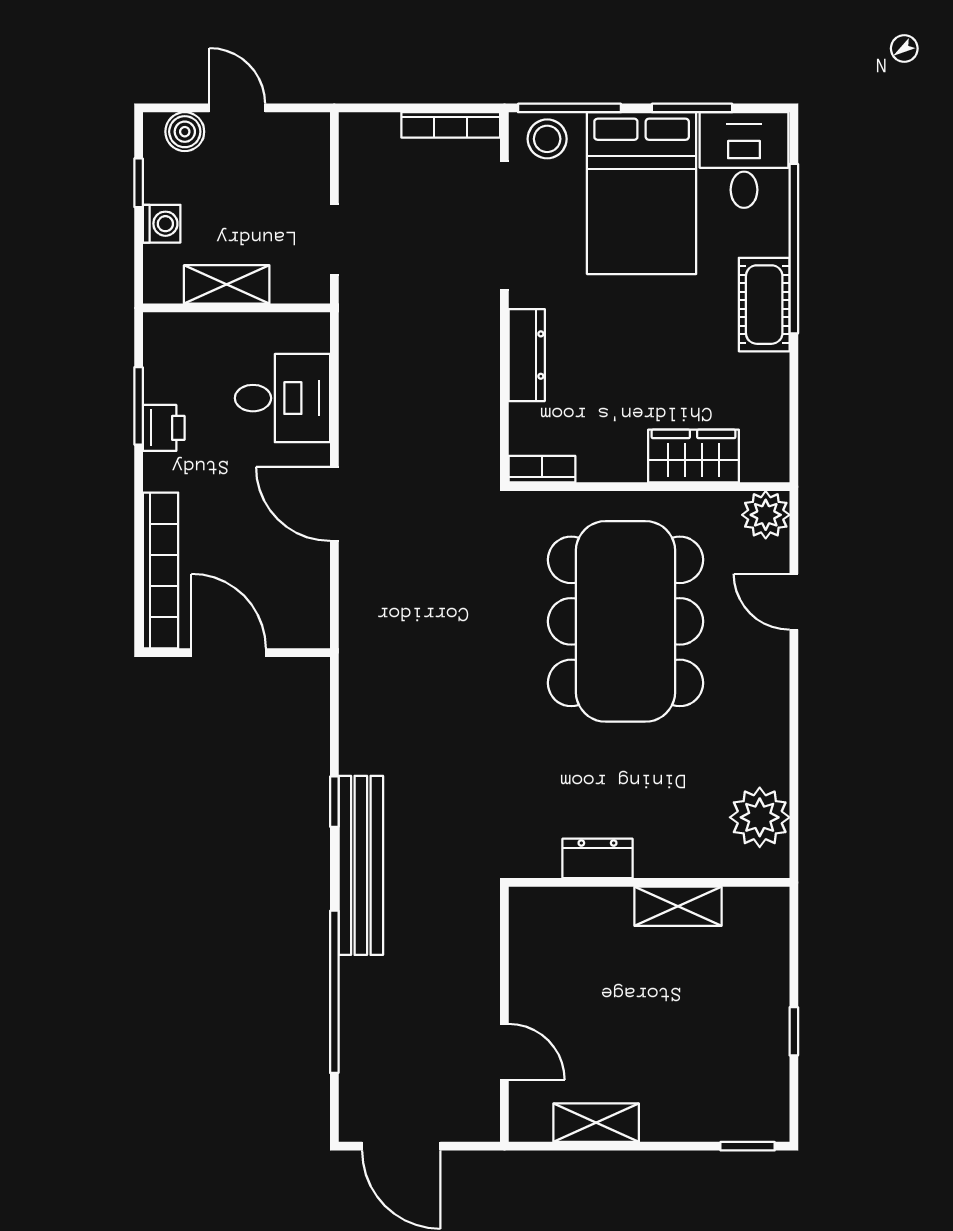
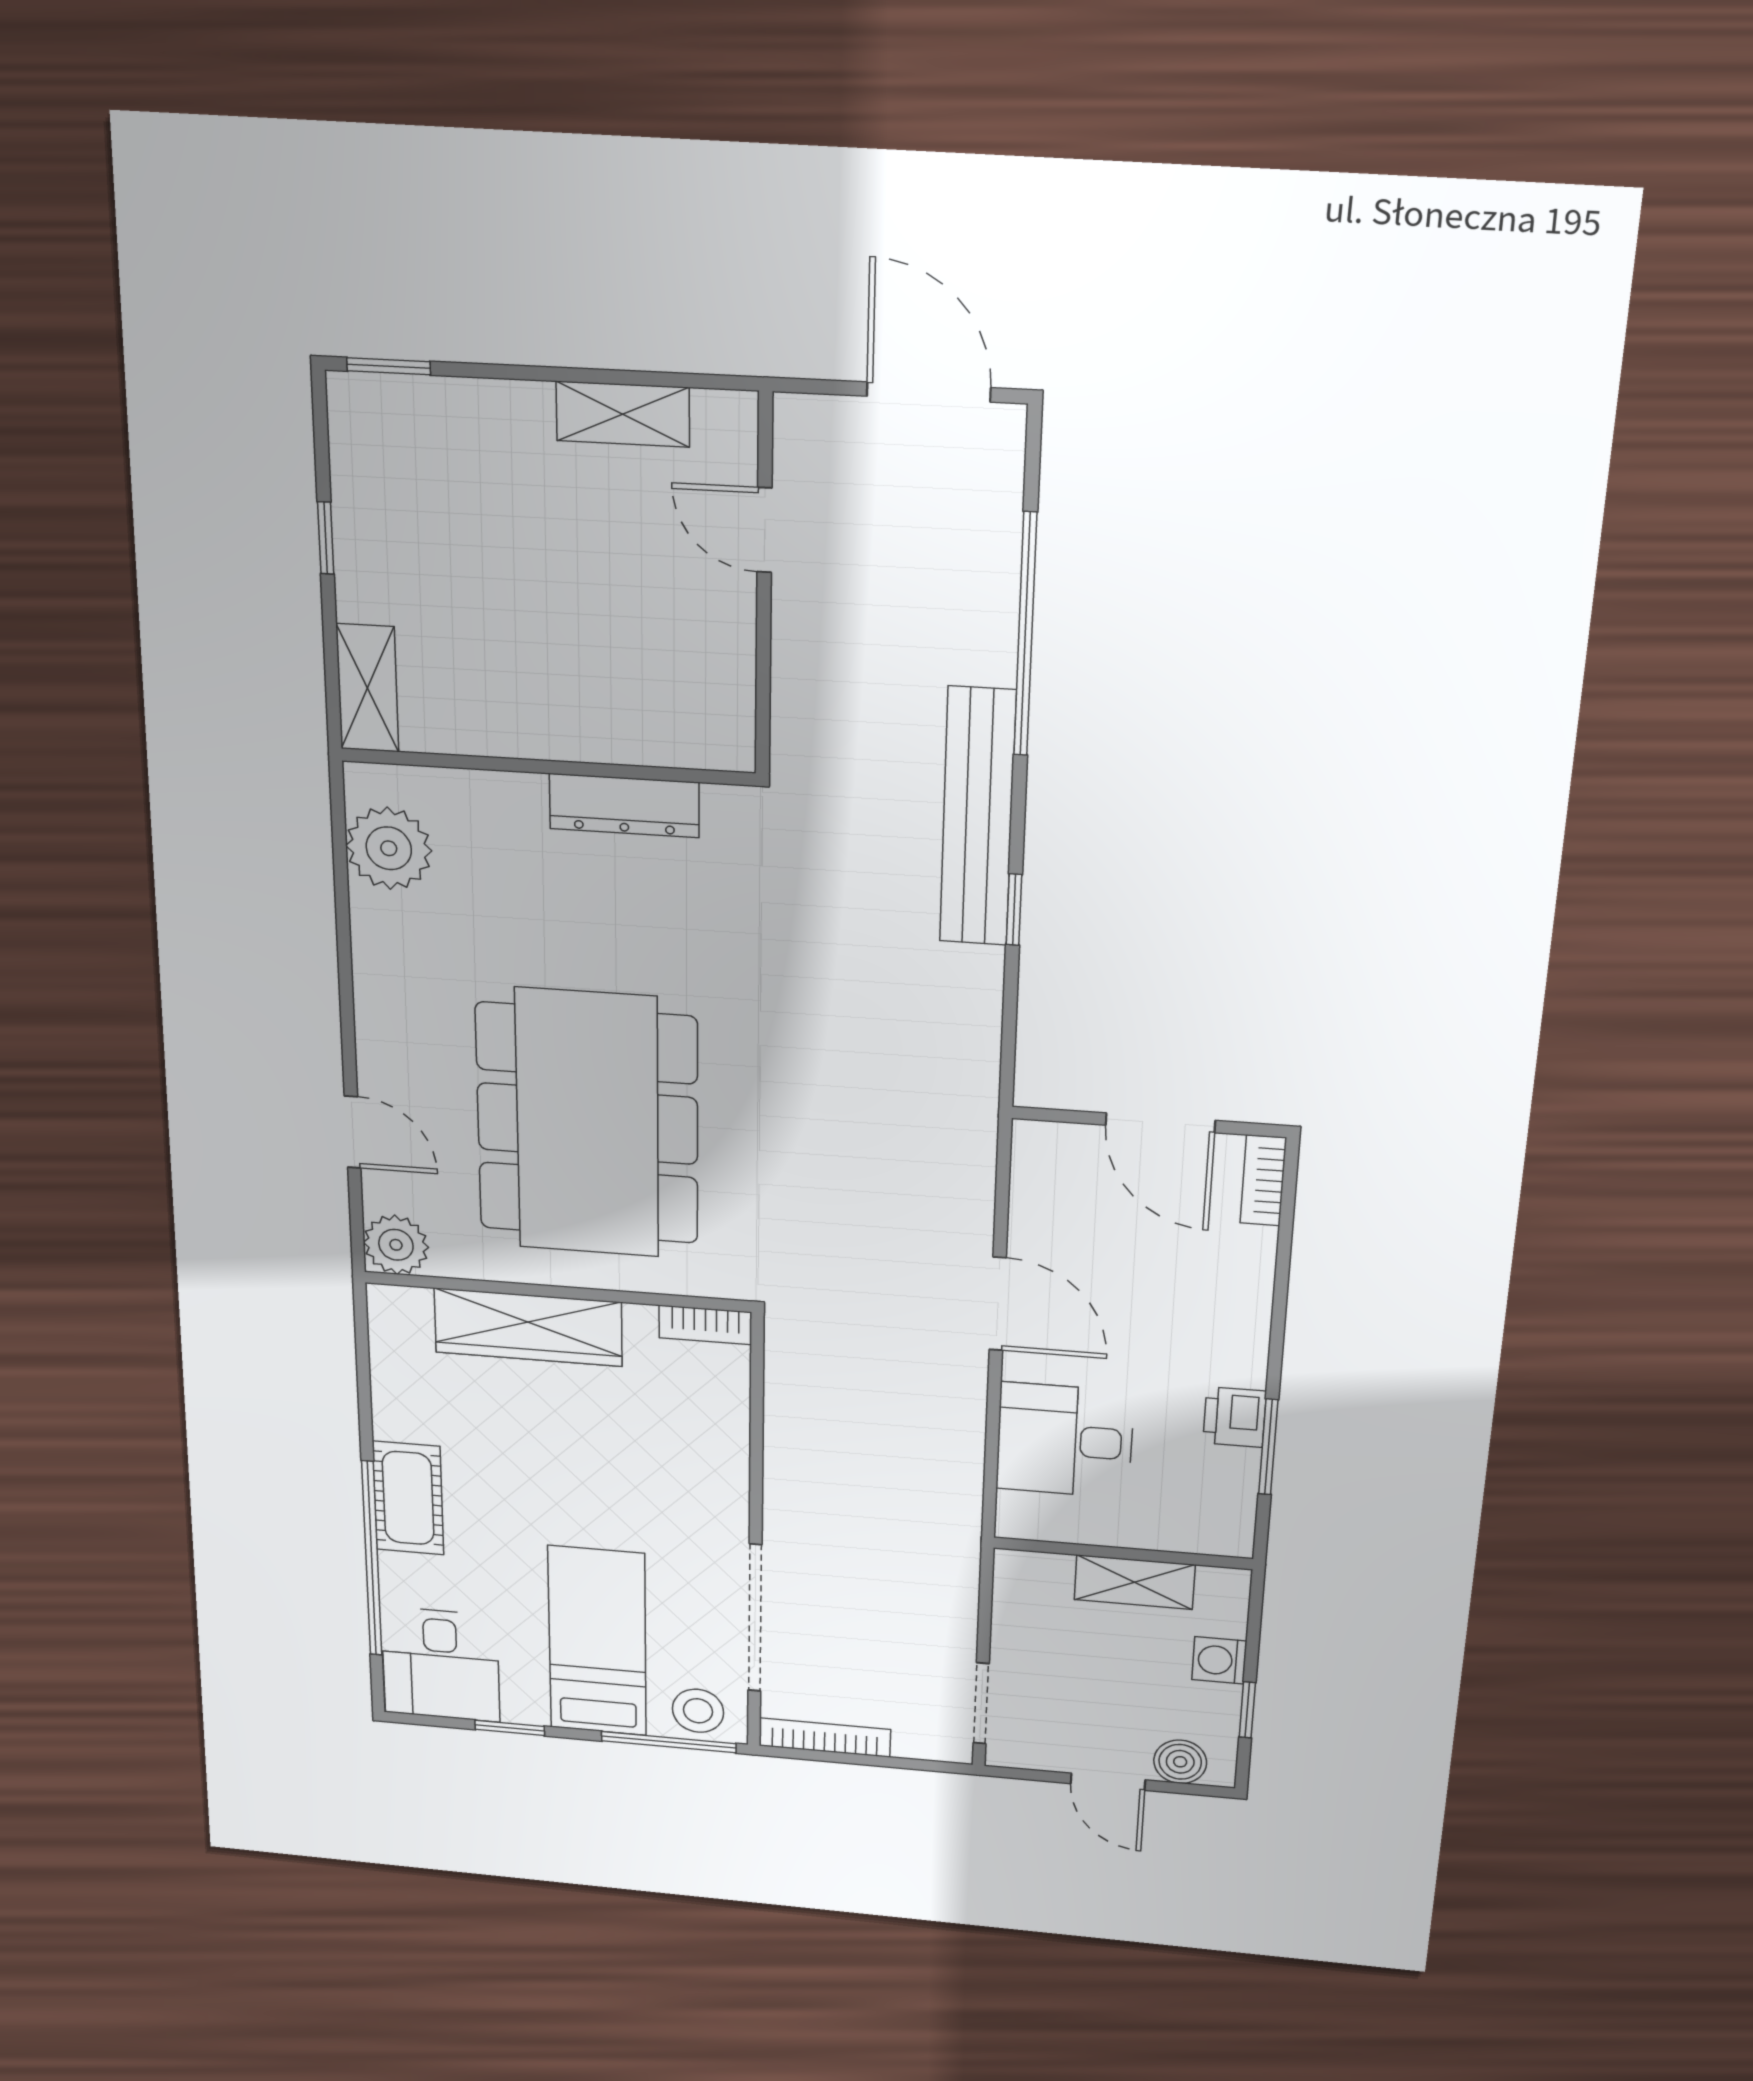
window: (692, 108) -> (510, 1728), width x0.67
bed: (642, 193) -> (597, 1641), width x0.67
doorway: (334, 239) -> (981, 1703), moved
dresser: (527, 355) -> (726, 1465), removed
wardrobe: (694, 456) -> (528, 1327), width x1.50
bookcase: (160, 570) -> (1263, 1180), width x0.43, depth x0.76
dresser: (597, 858) -> (624, 806), width x1.44
shelving: (678, 906) -> (367, 688), moved, turned 90

